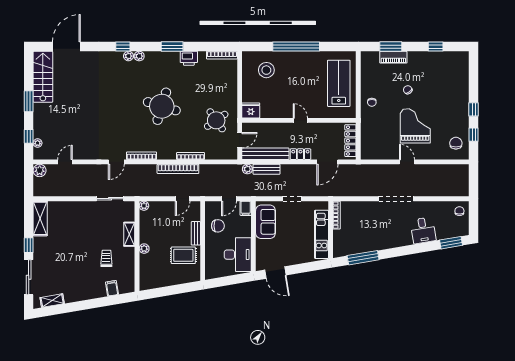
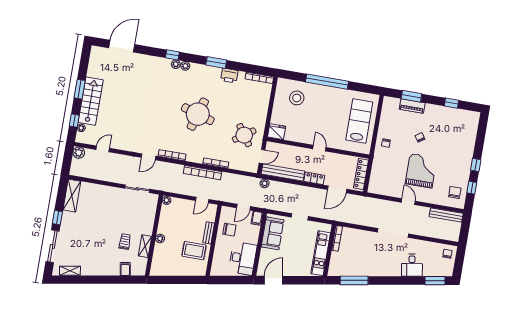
stairs: (43, 77) -> (91, 101), moved
bench: (267, 169) -> (446, 215), moved, width x1.36
shelving: (129, 234) -> (145, 246), moved
door: (275, 273) -> (273, 280), swing flipped

